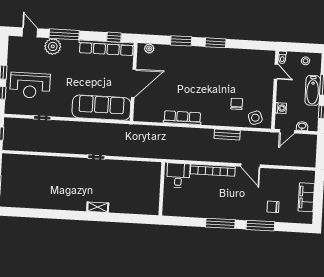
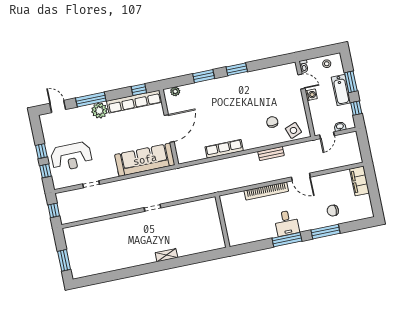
plant: (53, 46) -> (99, 111), moved
washing machine: (281, 108) -> (311, 95), moved
desk: (178, 175) -> (287, 223), moved, turned 180
filing cabinet: (306, 197) -> (359, 181), moved

